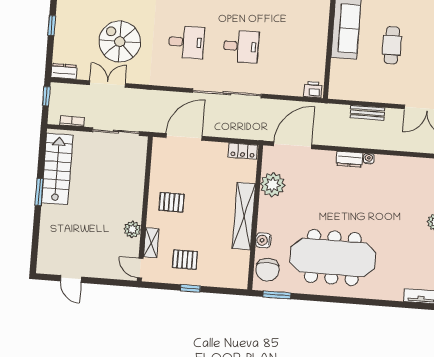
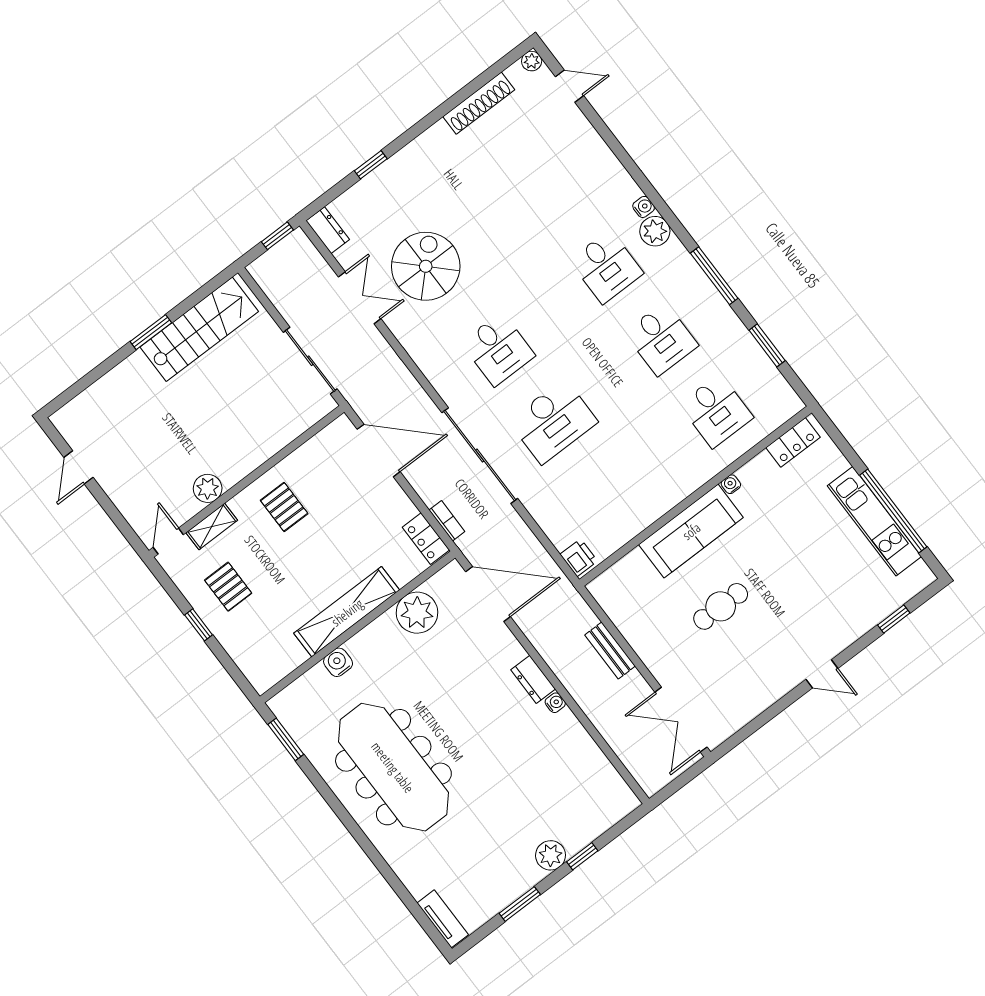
desk: (241, 46) -> (553, 421), width x1.37
bookcase: (72, 121) -> (447, 521), moved
chair: (267, 270) -> (306, 700), removed

